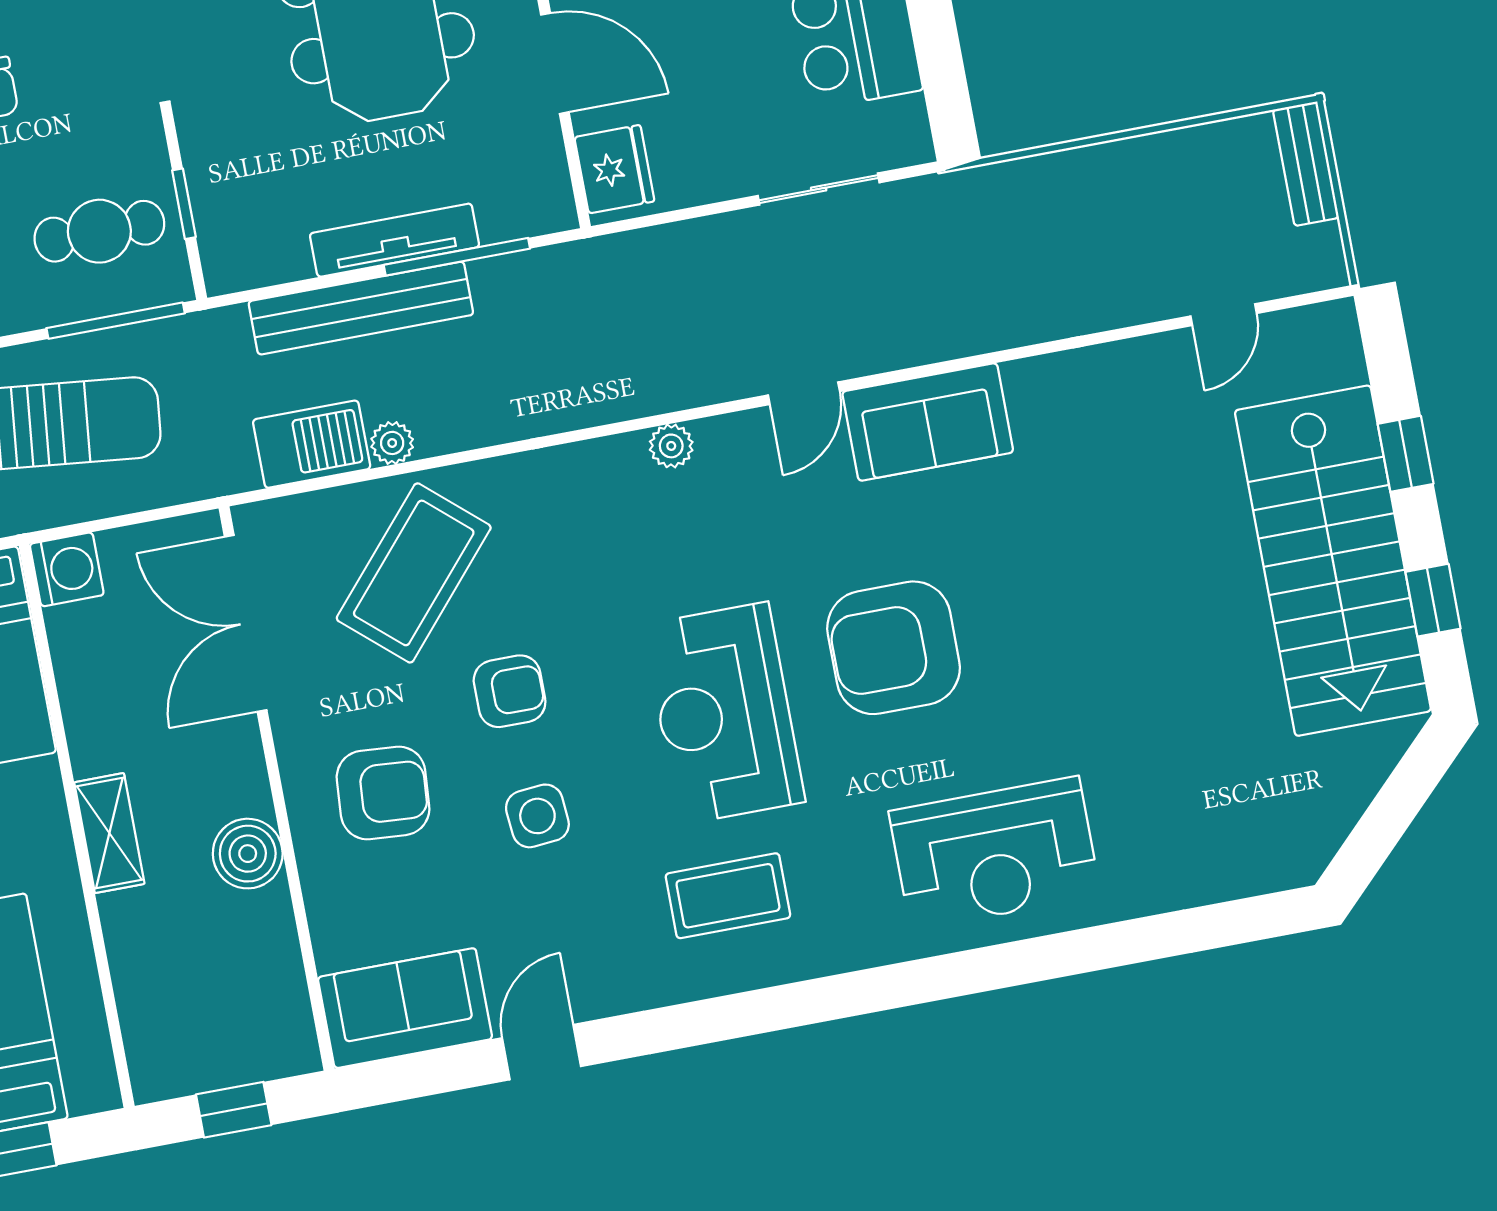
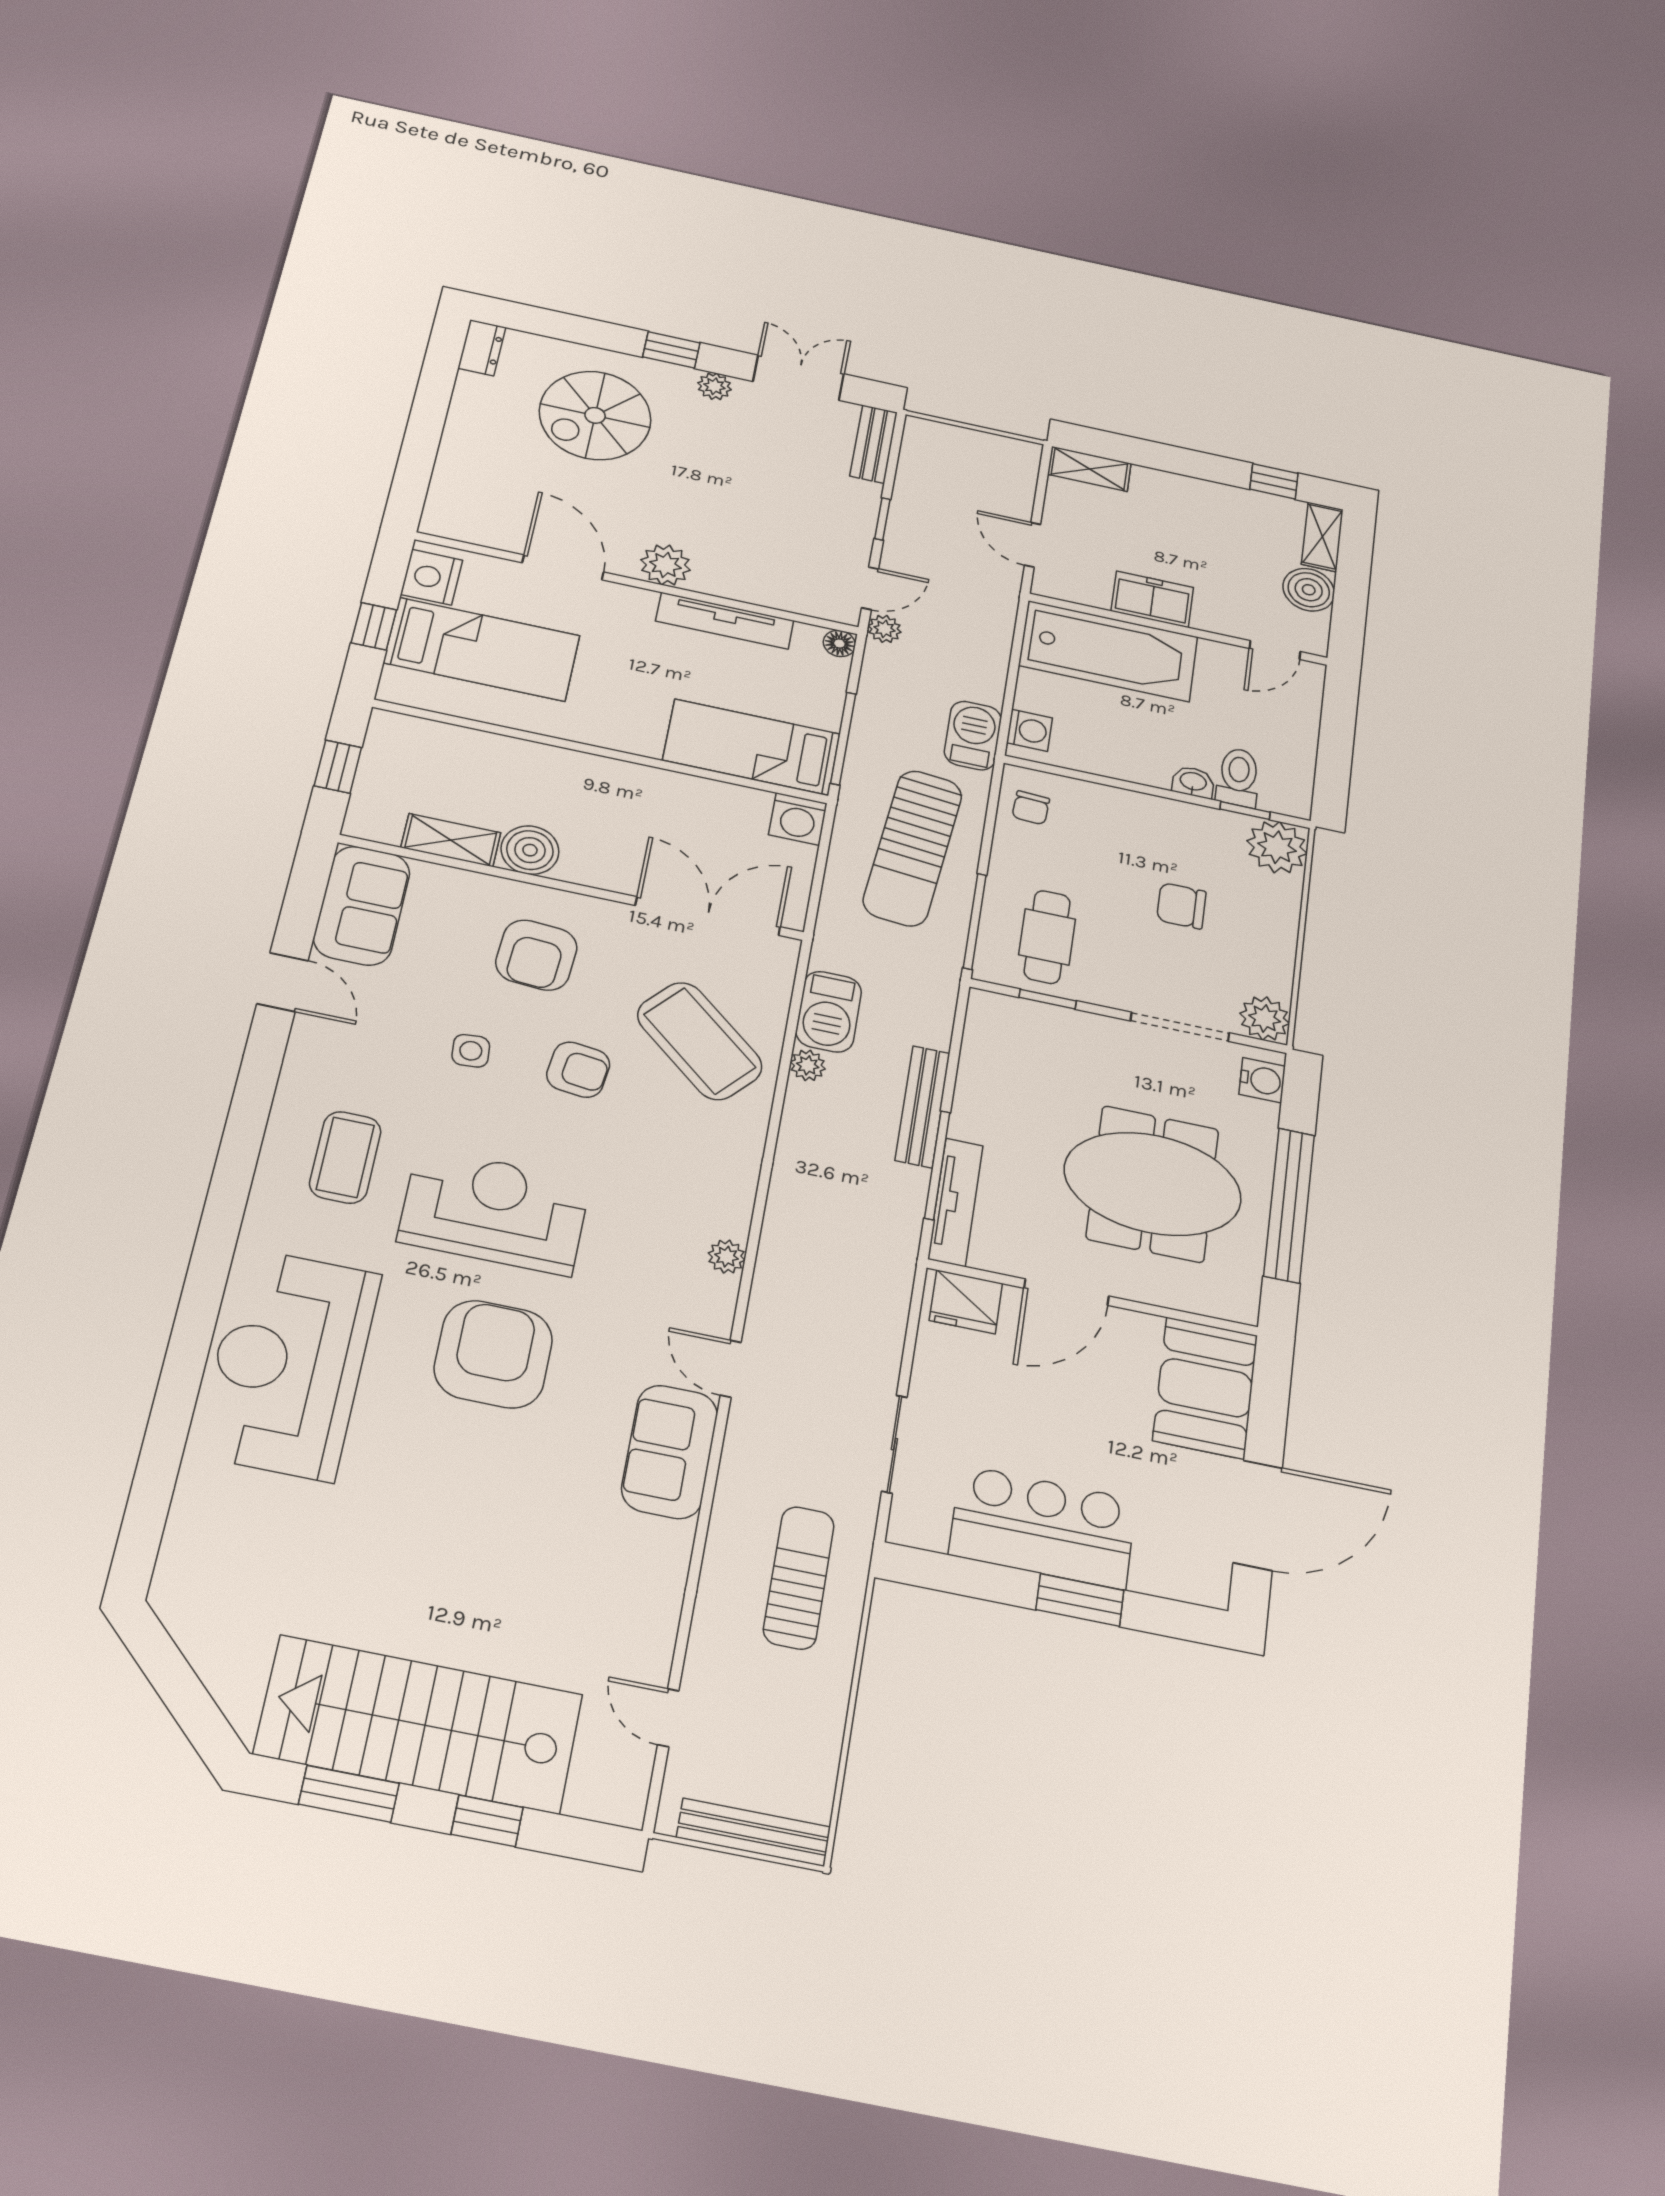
bench: (1306, 164) -> (754, 1832), width x1.36
sun lounger: (1014, 237) -> (799, 1578), added
tv unit: (395, 240) -> (955, 1202), moved
bench: (361, 308) -> (923, 1107), width x0.73, depth x0.82
window: (1433, 600) -> (349, 1794), width x1.50
armchair: (510, 691) -> (578, 1070), turned -83
side table: (537, 816) -> (471, 1051), width x0.73, depth x0.73
shelving: (109, 833) -> (451, 840), moved
reception desk: (995, 853) -> (289, 1364), width x1.36, depth x1.30

